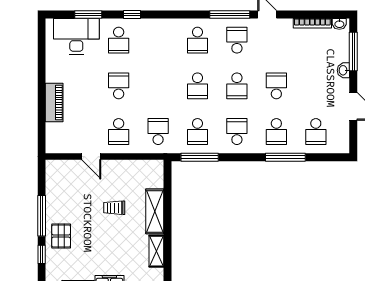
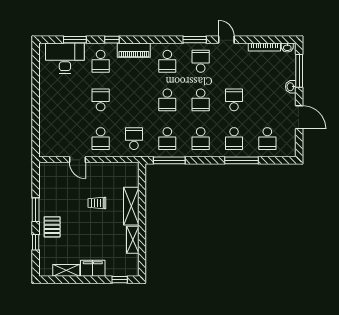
window: (230, 14) -> (195, 40), width x0.69
piano: (54, 102) -> (134, 50), moved, turned 90
school desk: (237, 132) -> (201, 139), turned 180
window: (42, 216) -> (36, 210), width x0.69

